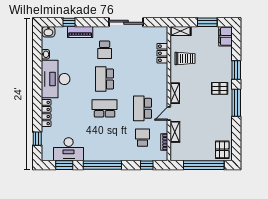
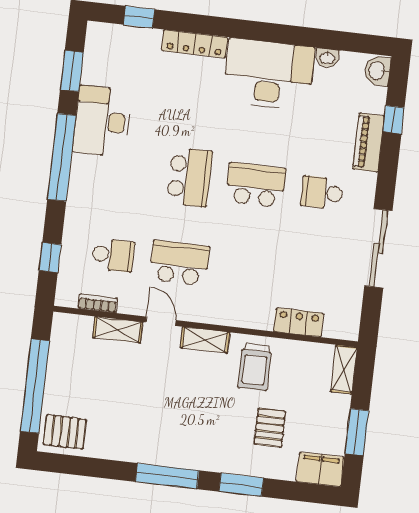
trolley: (185, 59) -> (255, 367), moved
pallet: (220, 88) -> (270, 428), moved
desk: (69, 149) -> (102, 121), moved

